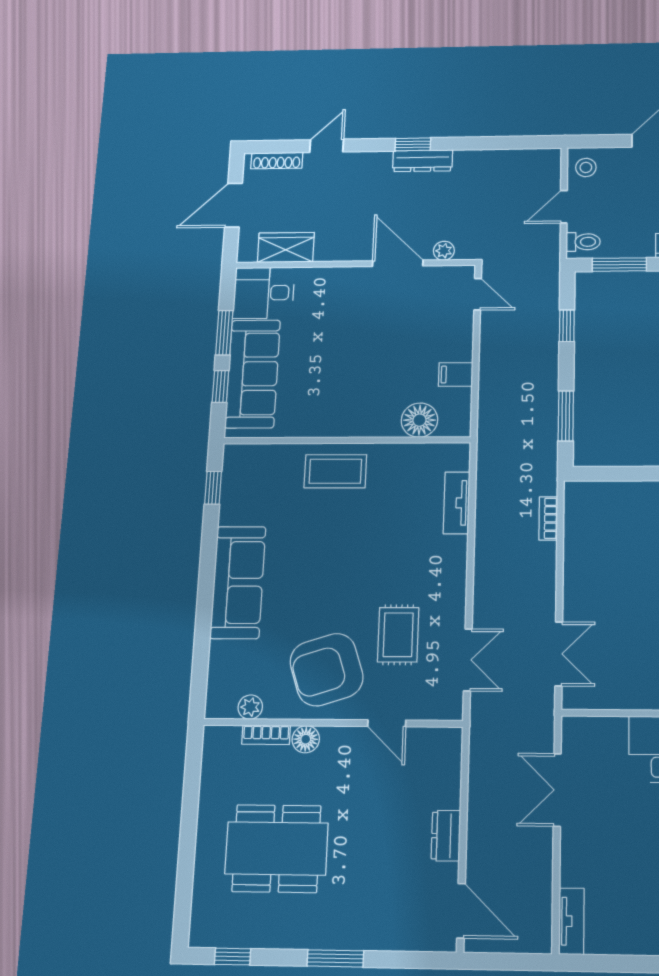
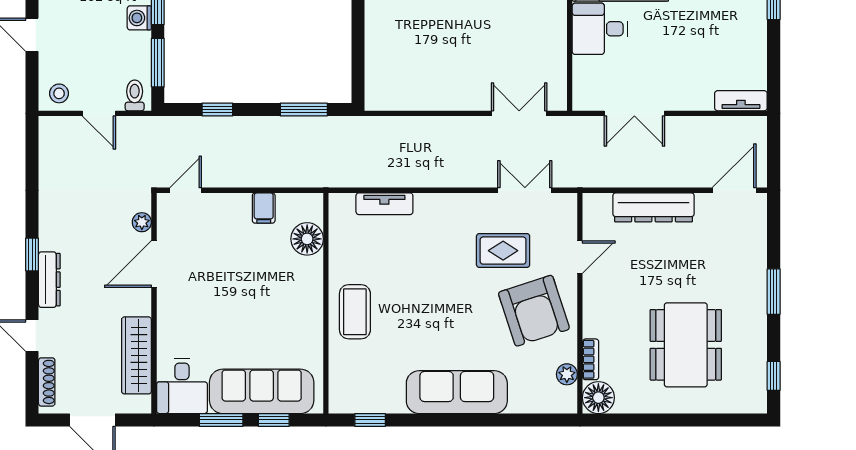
dresser: (423, 161) -> (49, 280), moved
wardrobe: (286, 247) -> (136, 355), width x1.50
bookcase: (548, 518) -> (399, 124), removed
floor lamp: (306, 739) -> (598, 398), moved, width x1.38, depth x1.38
dresser: (446, 836) -> (653, 207), width x1.96, depth x1.24

